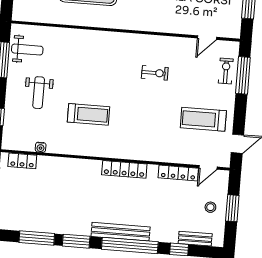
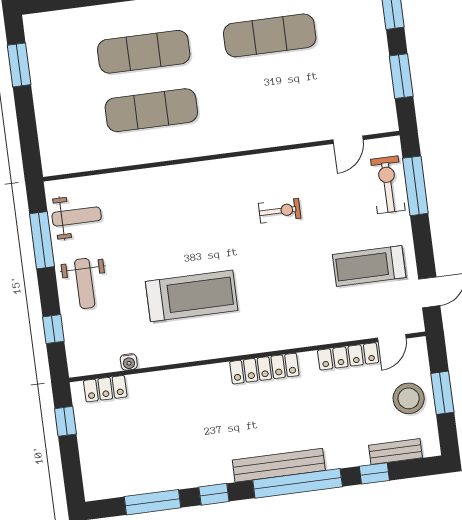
exercise bike: (226, 71) -> (388, 185), width x1.38, depth x1.39
weight bench: (39, 93) -> (85, 283), moved
treadmill: (88, 114) -> (192, 296), width x1.37, depth x1.38
stool: (210, 207) -> (409, 398), width x1.89, depth x1.89
window: (76, 241) -> (214, 494), width x0.67

